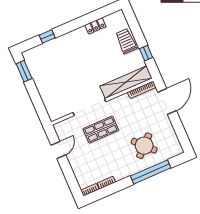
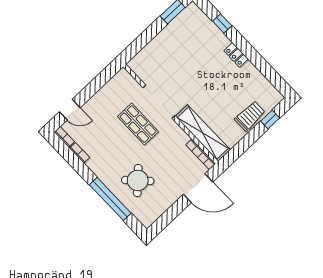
locker: (95, 26) -> (236, 55), moved
window: (146, 53) -> (270, 119), moved
door: (58, 150) -> (70, 110), moved

